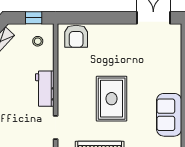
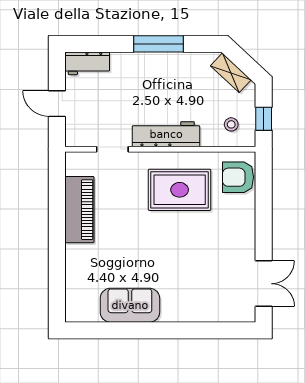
workbench: (45, 89) -> (166, 134), width x1.38
rug: (112, 99) -> (180, 190), moved

